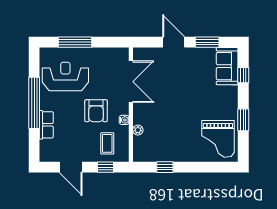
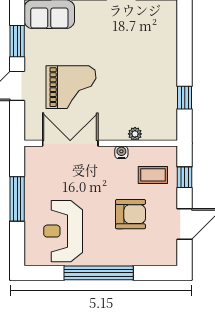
window: (75, 42) -> (17, 199), moved
armchair: (96, 111) -> (131, 214), moved
row of seats: (46, 125) -> (128, 257), removed
grand piano: (218, 139) -> (71, 87), moved

